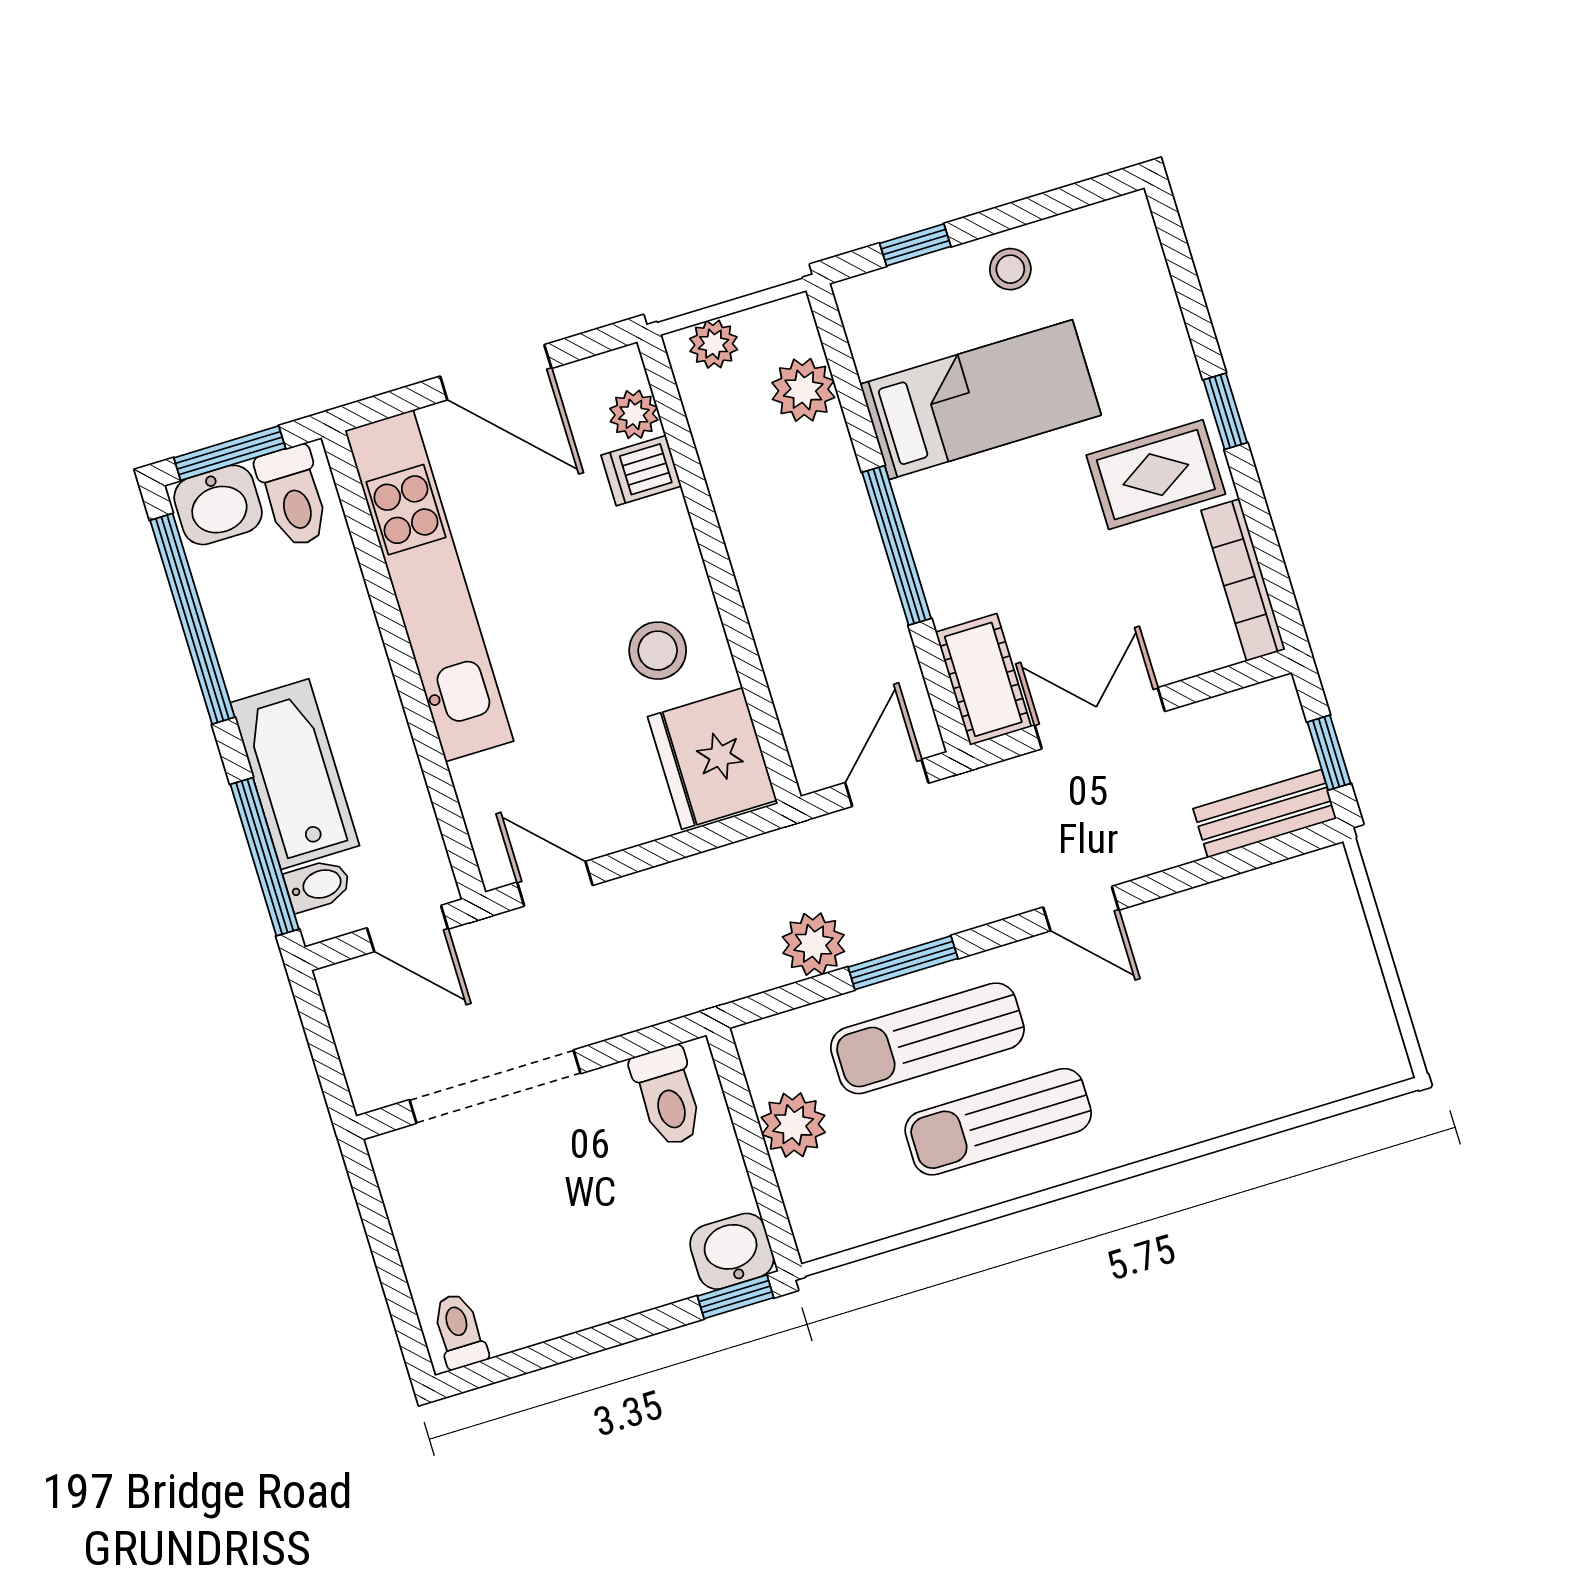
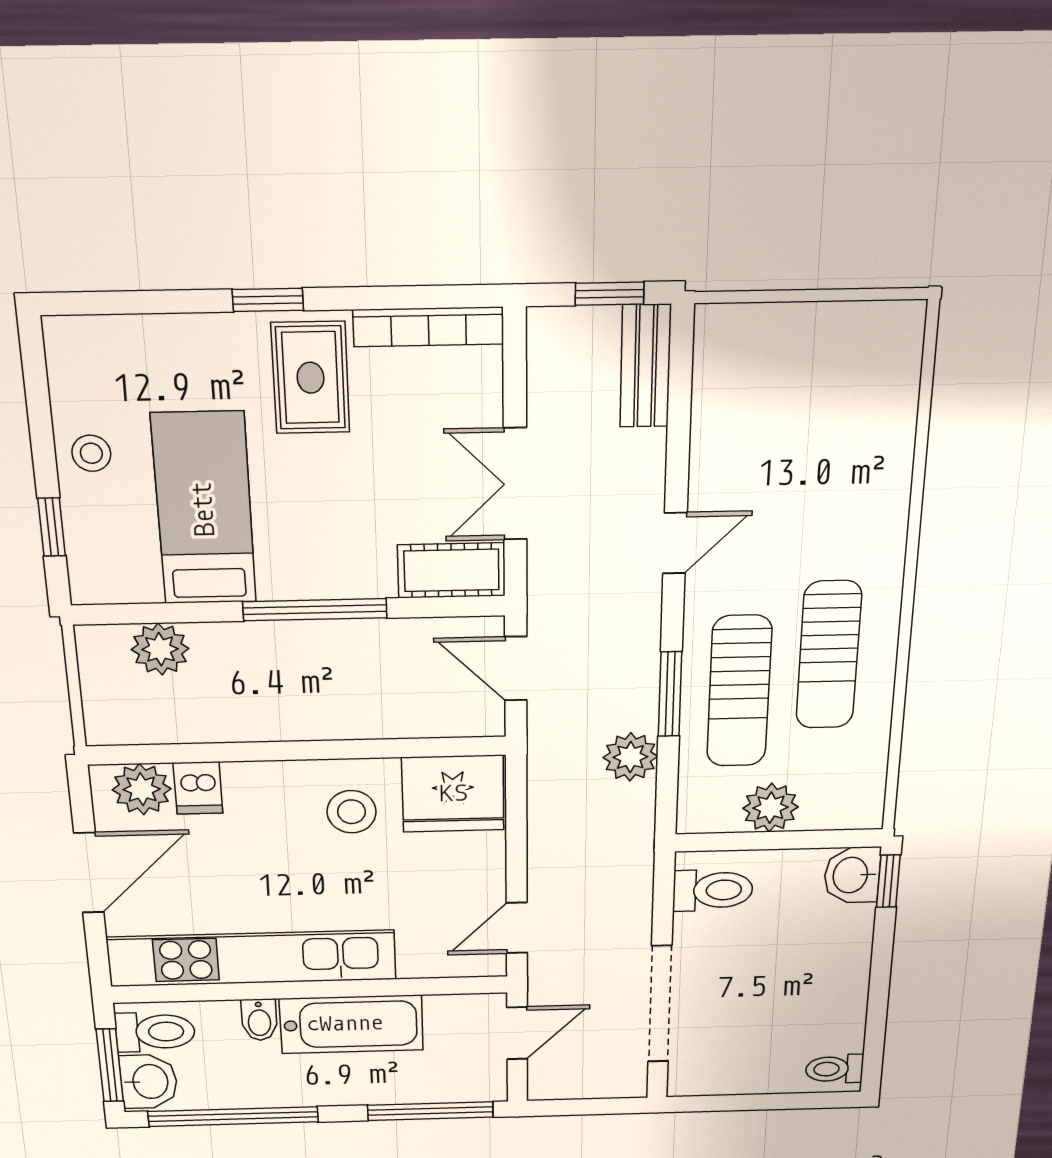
plant: (714, 344) -> (103, 708), removed
plant: (634, 414) -> (142, 789), width x1.38, depth x1.38
bathtub: (295, 774) -> (351, 1024), moved, turned 180
bidet: (318, 885) -> (259, 1020), moved, turned 180

